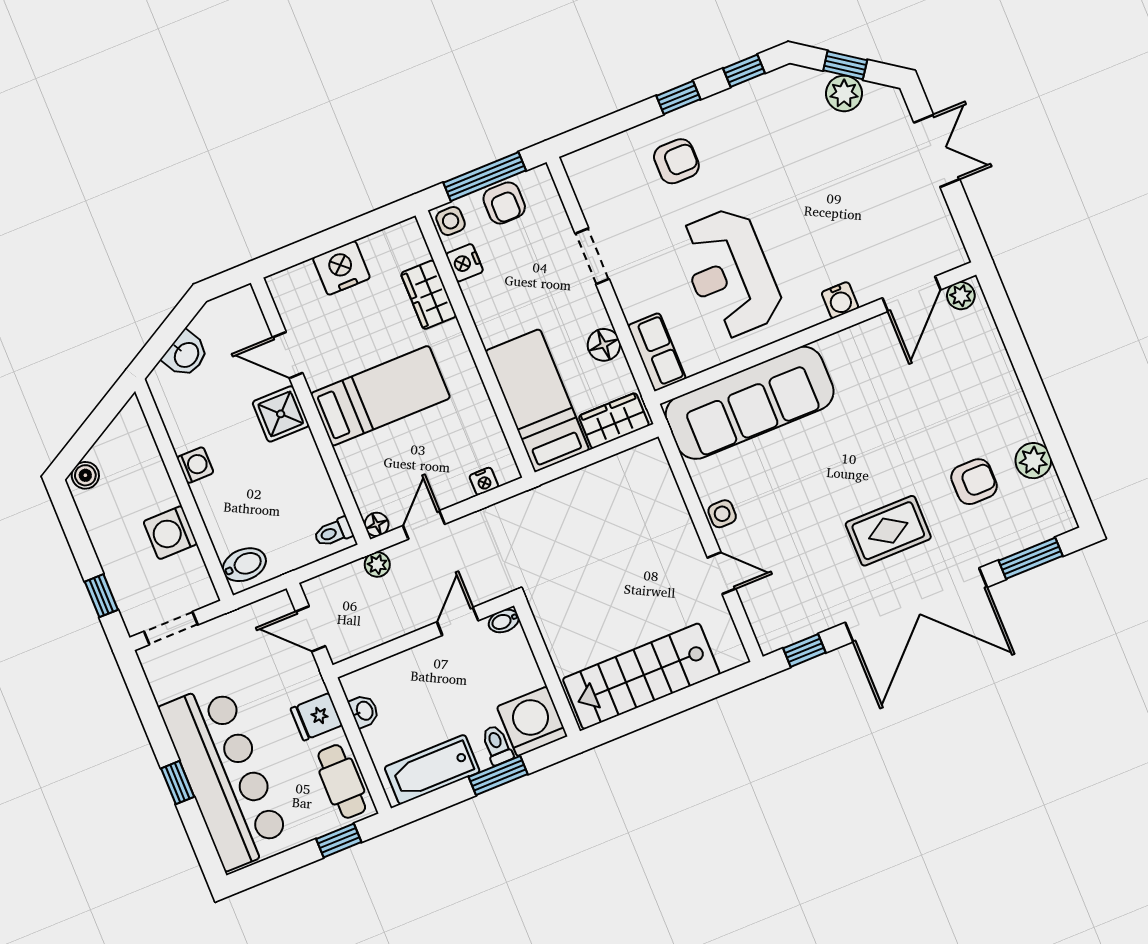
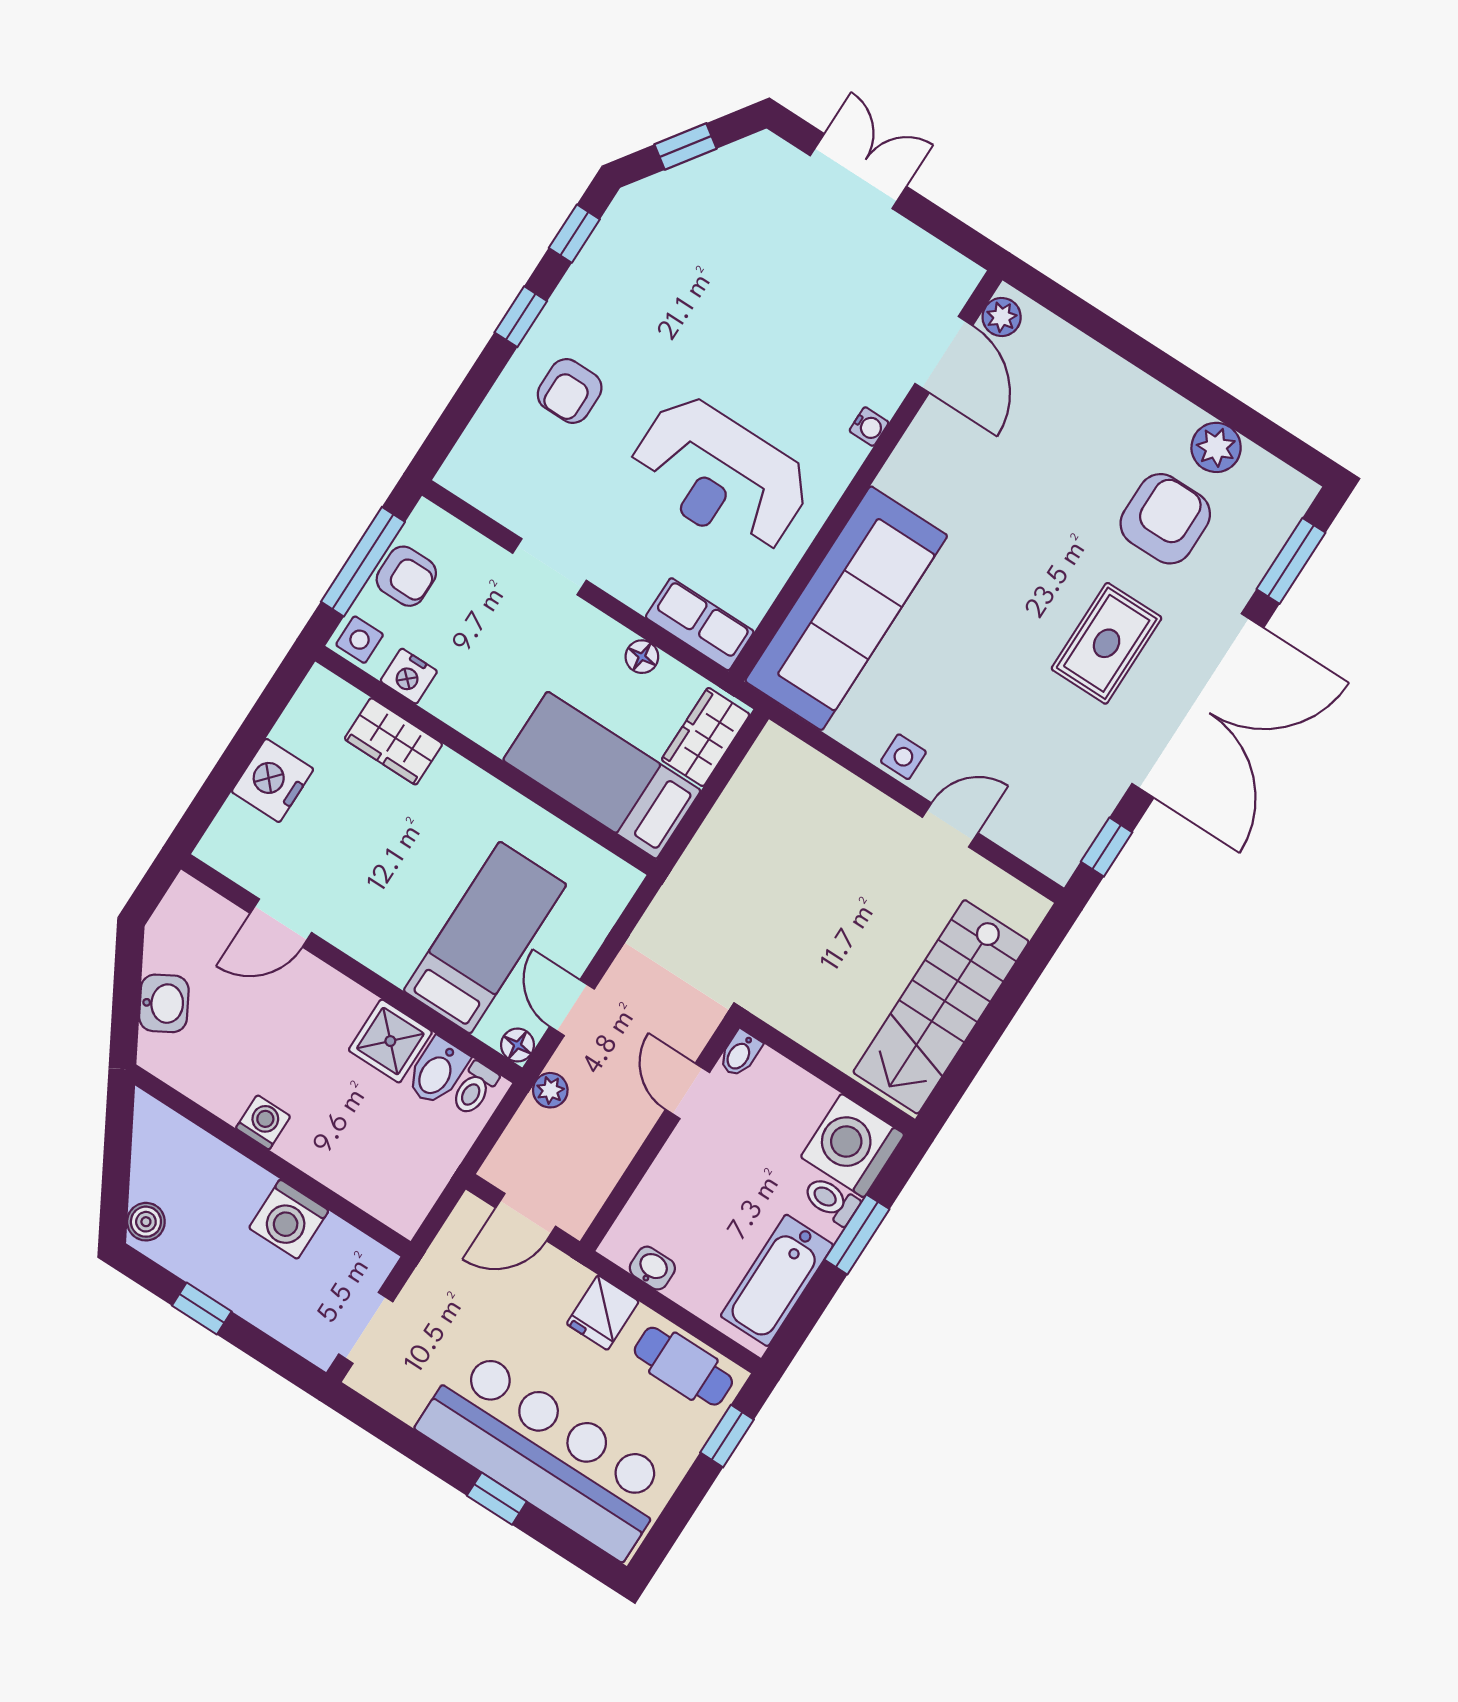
plant: (844, 93) -> (707, 180), removed
armchair: (676, 161) -> (570, 391), turned 180
water cooler: (840, 300) -> (869, 427), width x0.72, depth x0.72
floor lamp: (604, 345) -> (642, 657), width x0.73, depth x0.73
bed: (380, 396) -> (485, 938), moved
shower: (281, 414) -> (390, 1041), moved
nightstand: (484, 481) -> (606, 910), removed
armchair: (974, 482) -> (1165, 519), width x1.38, depth x1.38
bidet: (244, 565) -> (437, 1072), moved, turned 180
window: (101, 596) -> (202, 1308), moved

